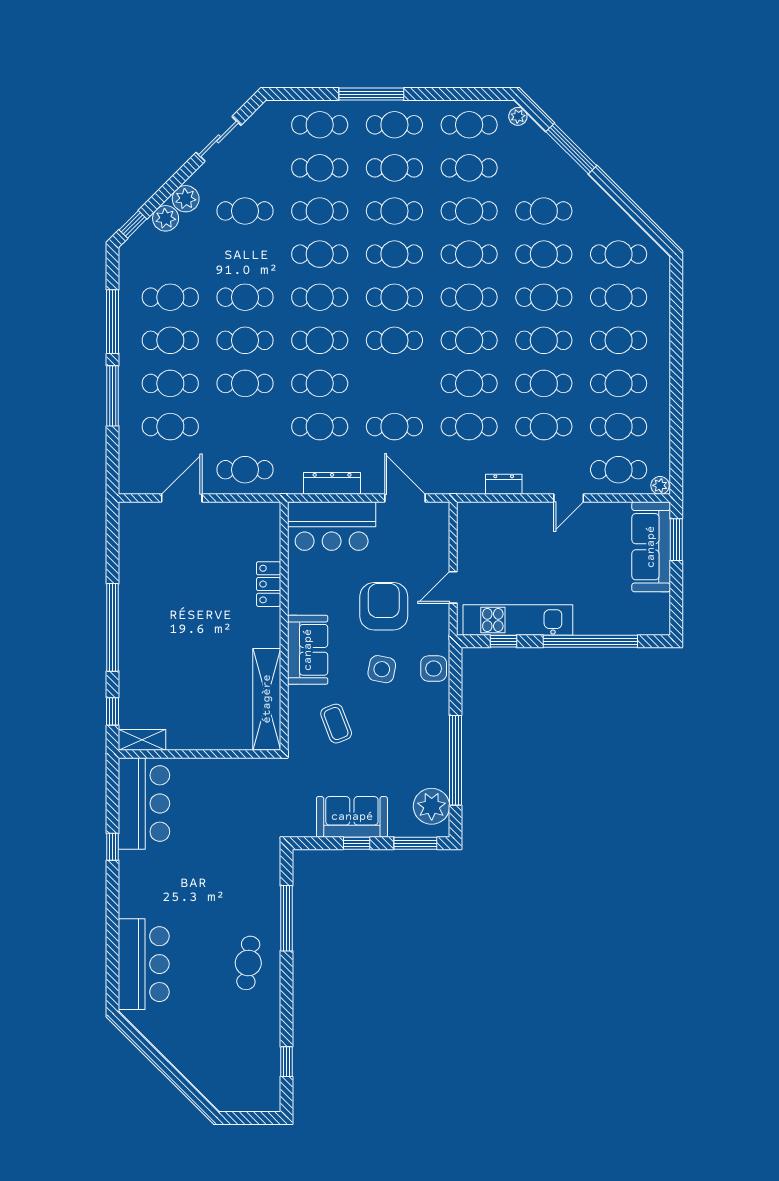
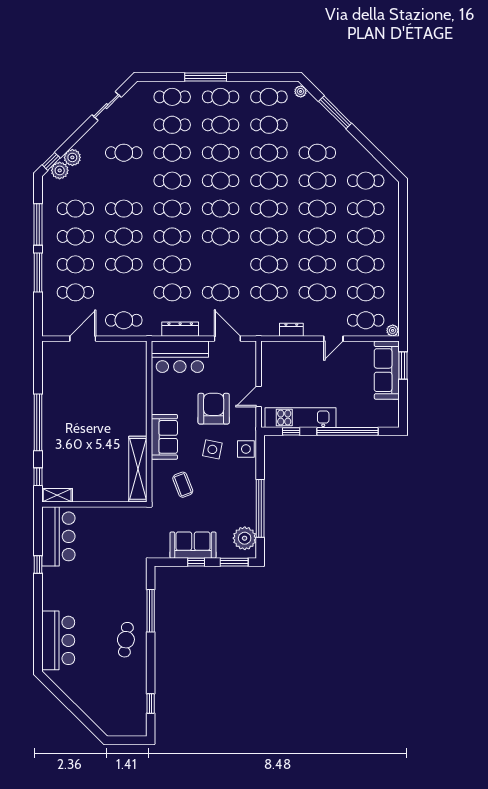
plant: (186, 199) -> (60, 170), moved
locker: (269, 584) -> (139, 394), removed

